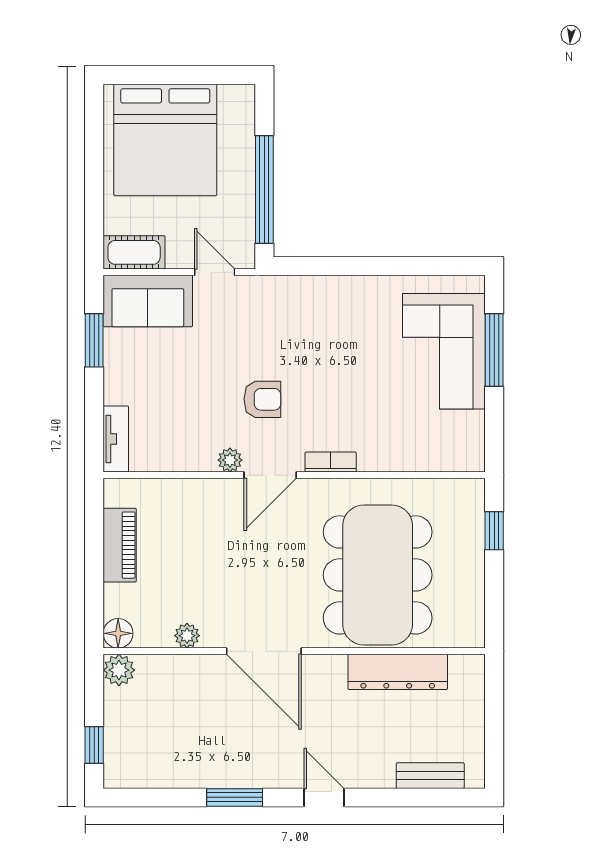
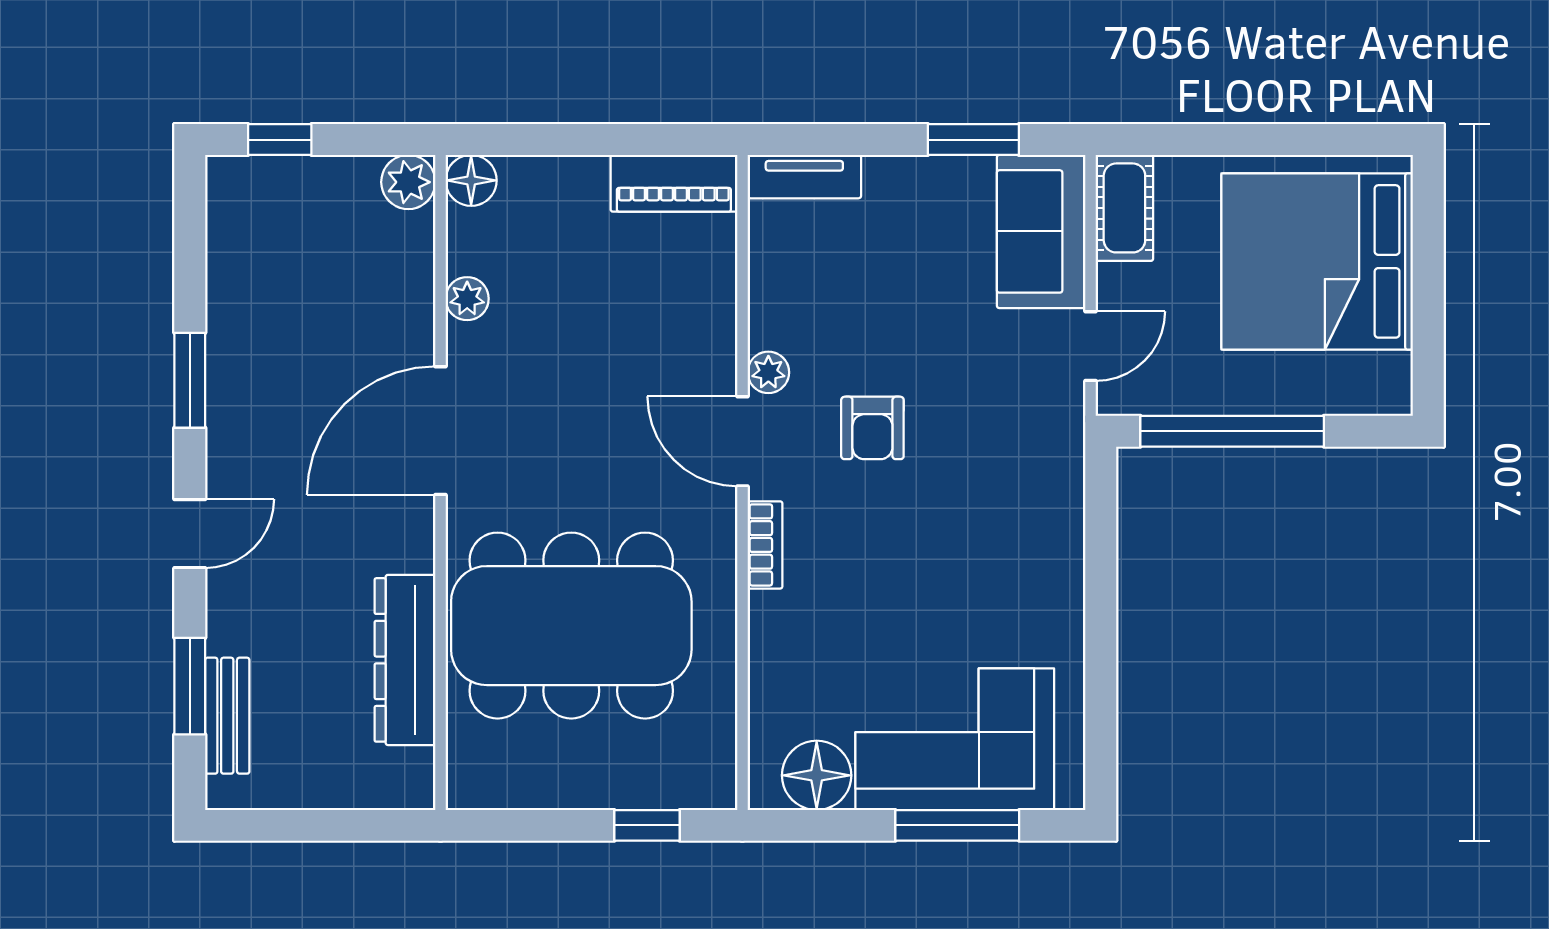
floor lamp: (465, 432) -> (817, 775), added
piano: (120, 545) -> (674, 183), moved
window: (413, 797) -> (190, 686), added

